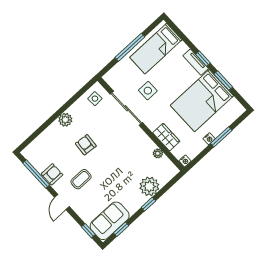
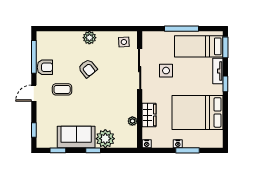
tv unit: (196, 62) -> (218, 71), moved
window: (223, 81) -> (225, 47), moved
armchair: (86, 145) -> (88, 68), turned 136
sofa: (110, 221) -> (76, 137), moved

